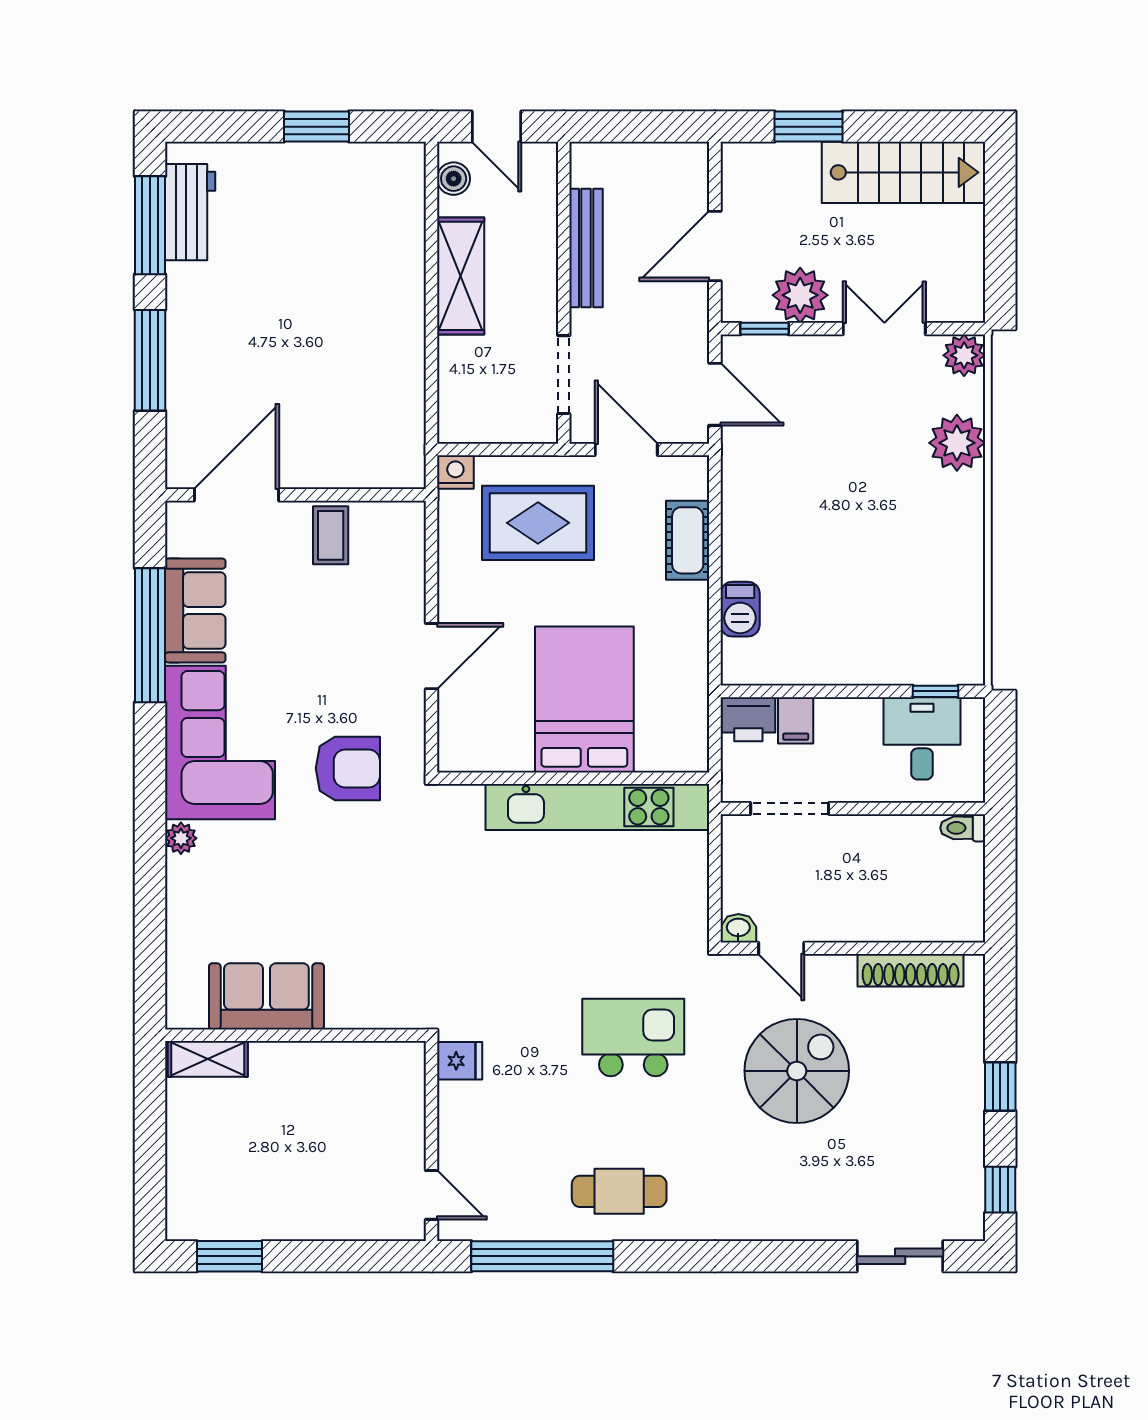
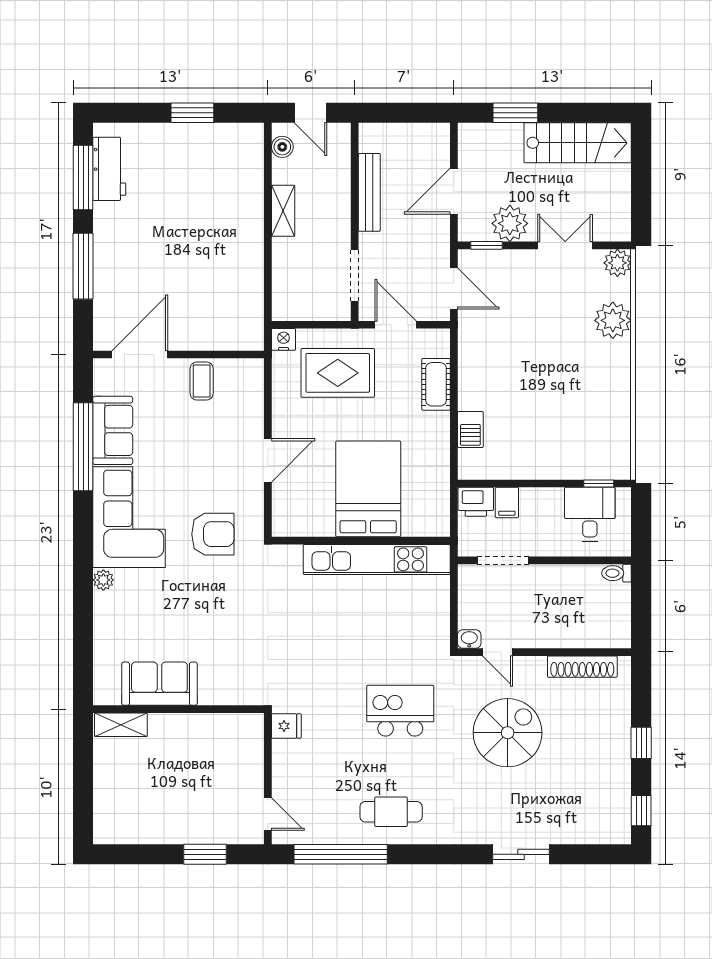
shelving: (461, 276) -> (283, 211), width x0.67, depth x0.75
window: (230, 1256) -> (205, 854), moved
sliding door: (900, 1256) -> (521, 854), moved

